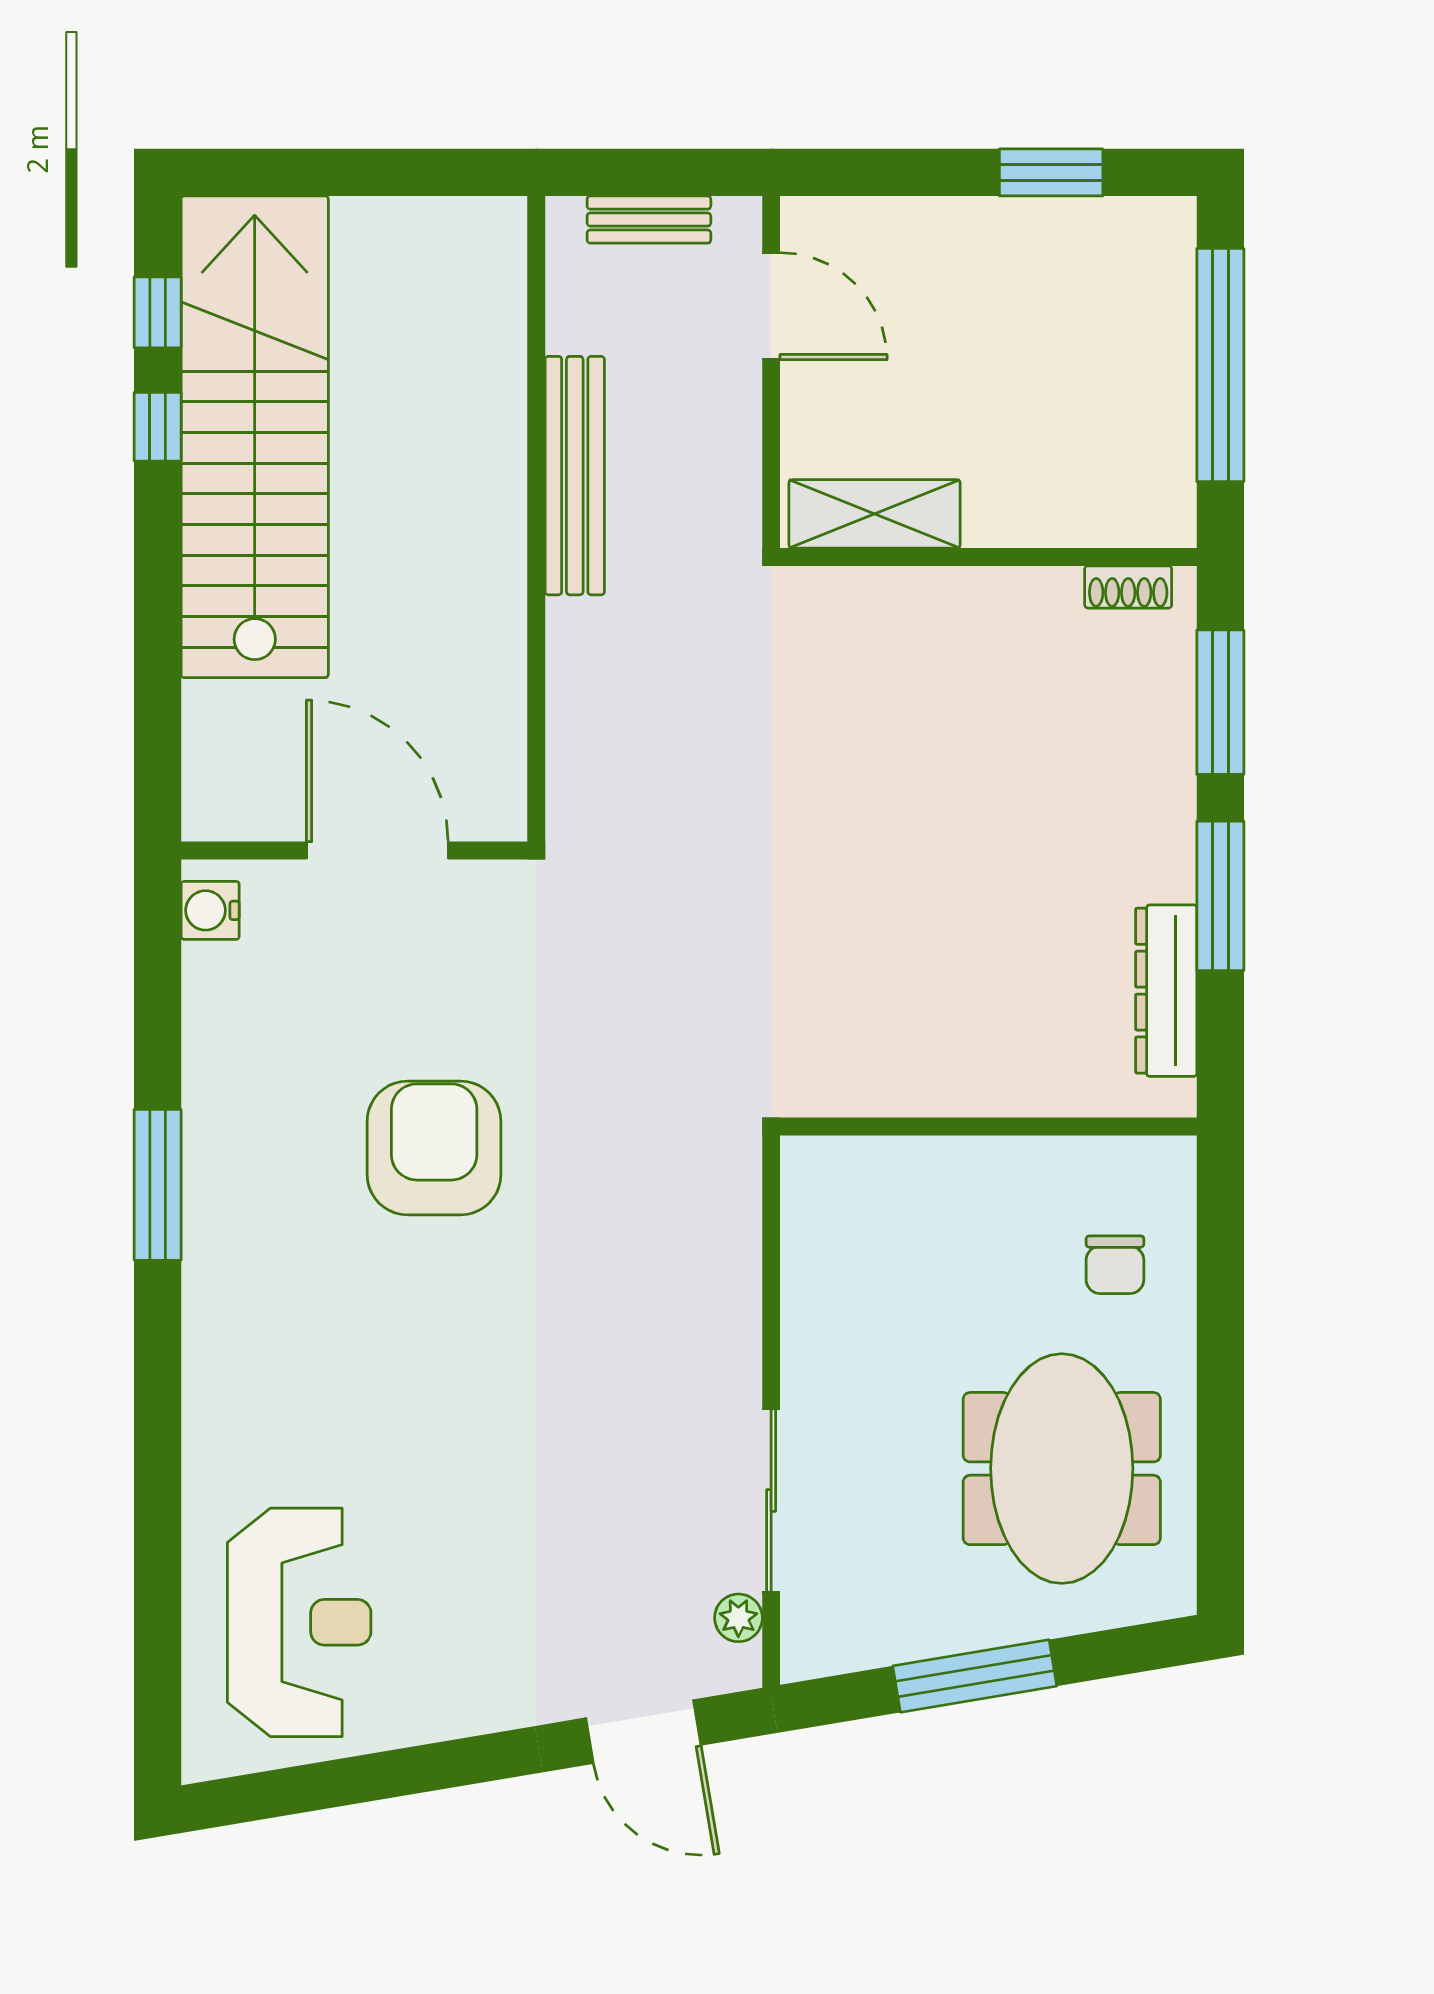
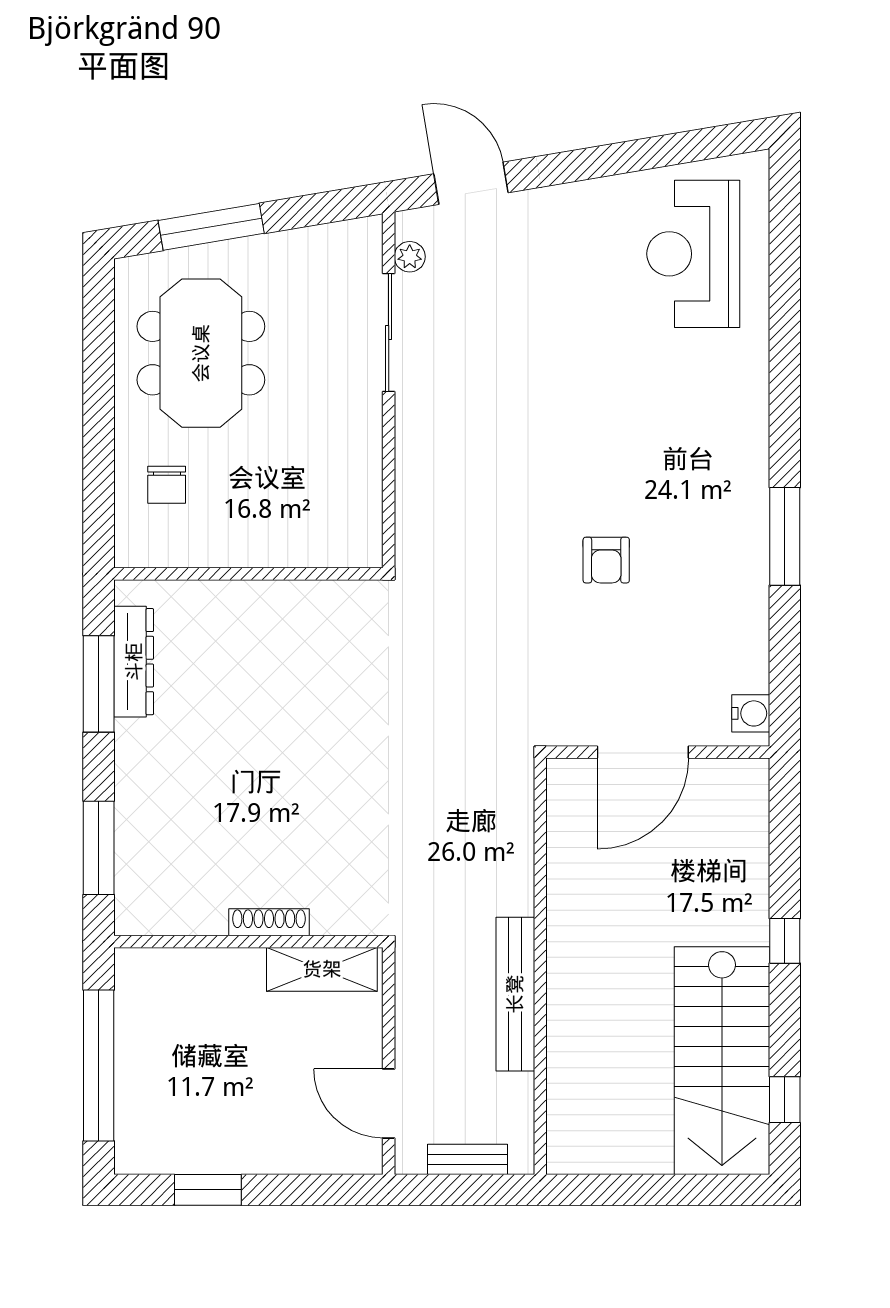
window: (158, 427) -> (785, 941), moved
stairs: (255, 437) -> (722, 1061), width x0.73
shoe rack: (1128, 587) -> (269, 922), moved, width x1.43
door: (377, 851) -> (643, 752), hinge flipped
window: (1220, 896) -> (99, 684), moved
armchair: (434, 1148) -> (606, 560), width x0.53, depth x0.53
chair: (1115, 1265) -> (167, 485), turned 180
window: (975, 1676) -> (211, 227), moved

